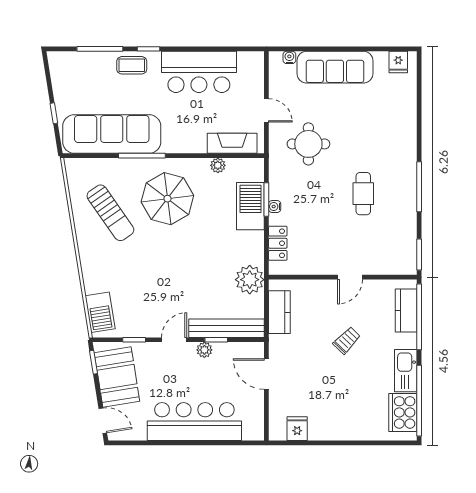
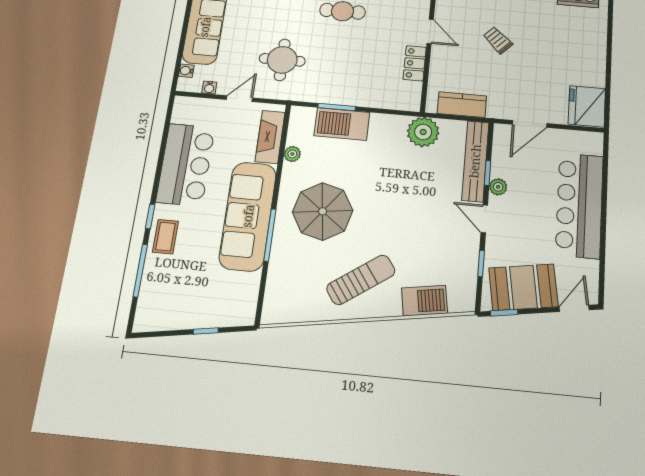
sofa: (112, 134) -> (248, 216), moved
water cooler: (275, 207) -> (209, 88), moved
sun lounger: (110, 213) -> (361, 280), moved
locker: (278, 243) -> (415, 63), moved, turned -90
barbecue: (100, 312) -> (424, 301), moved
fridge: (297, 429) -> (587, 106), width x1.88, depth x1.34

